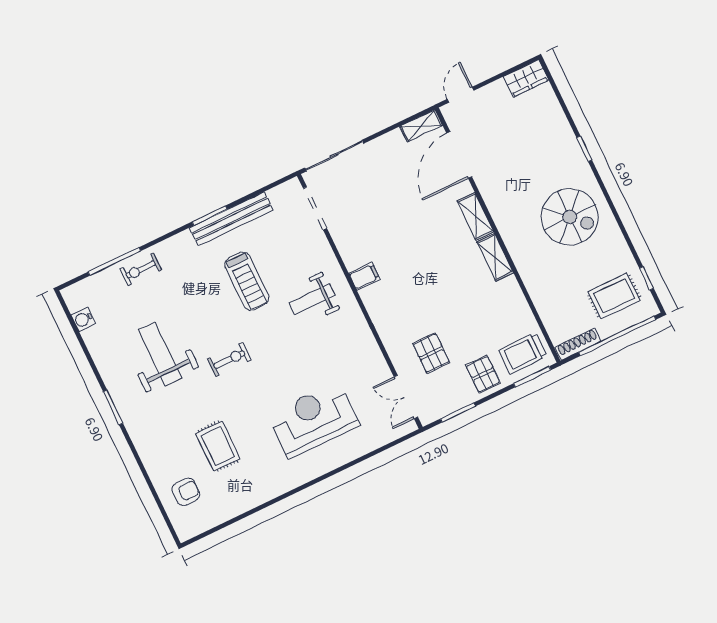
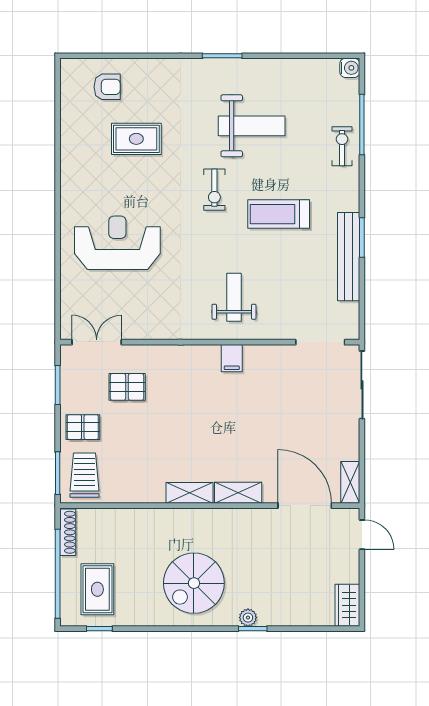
plant: (577, 157) -> (248, 618), added
treadmill: (247, 281) -> (279, 214), moved
water cooler: (83, 319) -> (350, 68), moved, turned 90
reception desk: (313, 420) -> (117, 243), turned -90
armchair: (186, 492) -> (107, 87), turned -90

